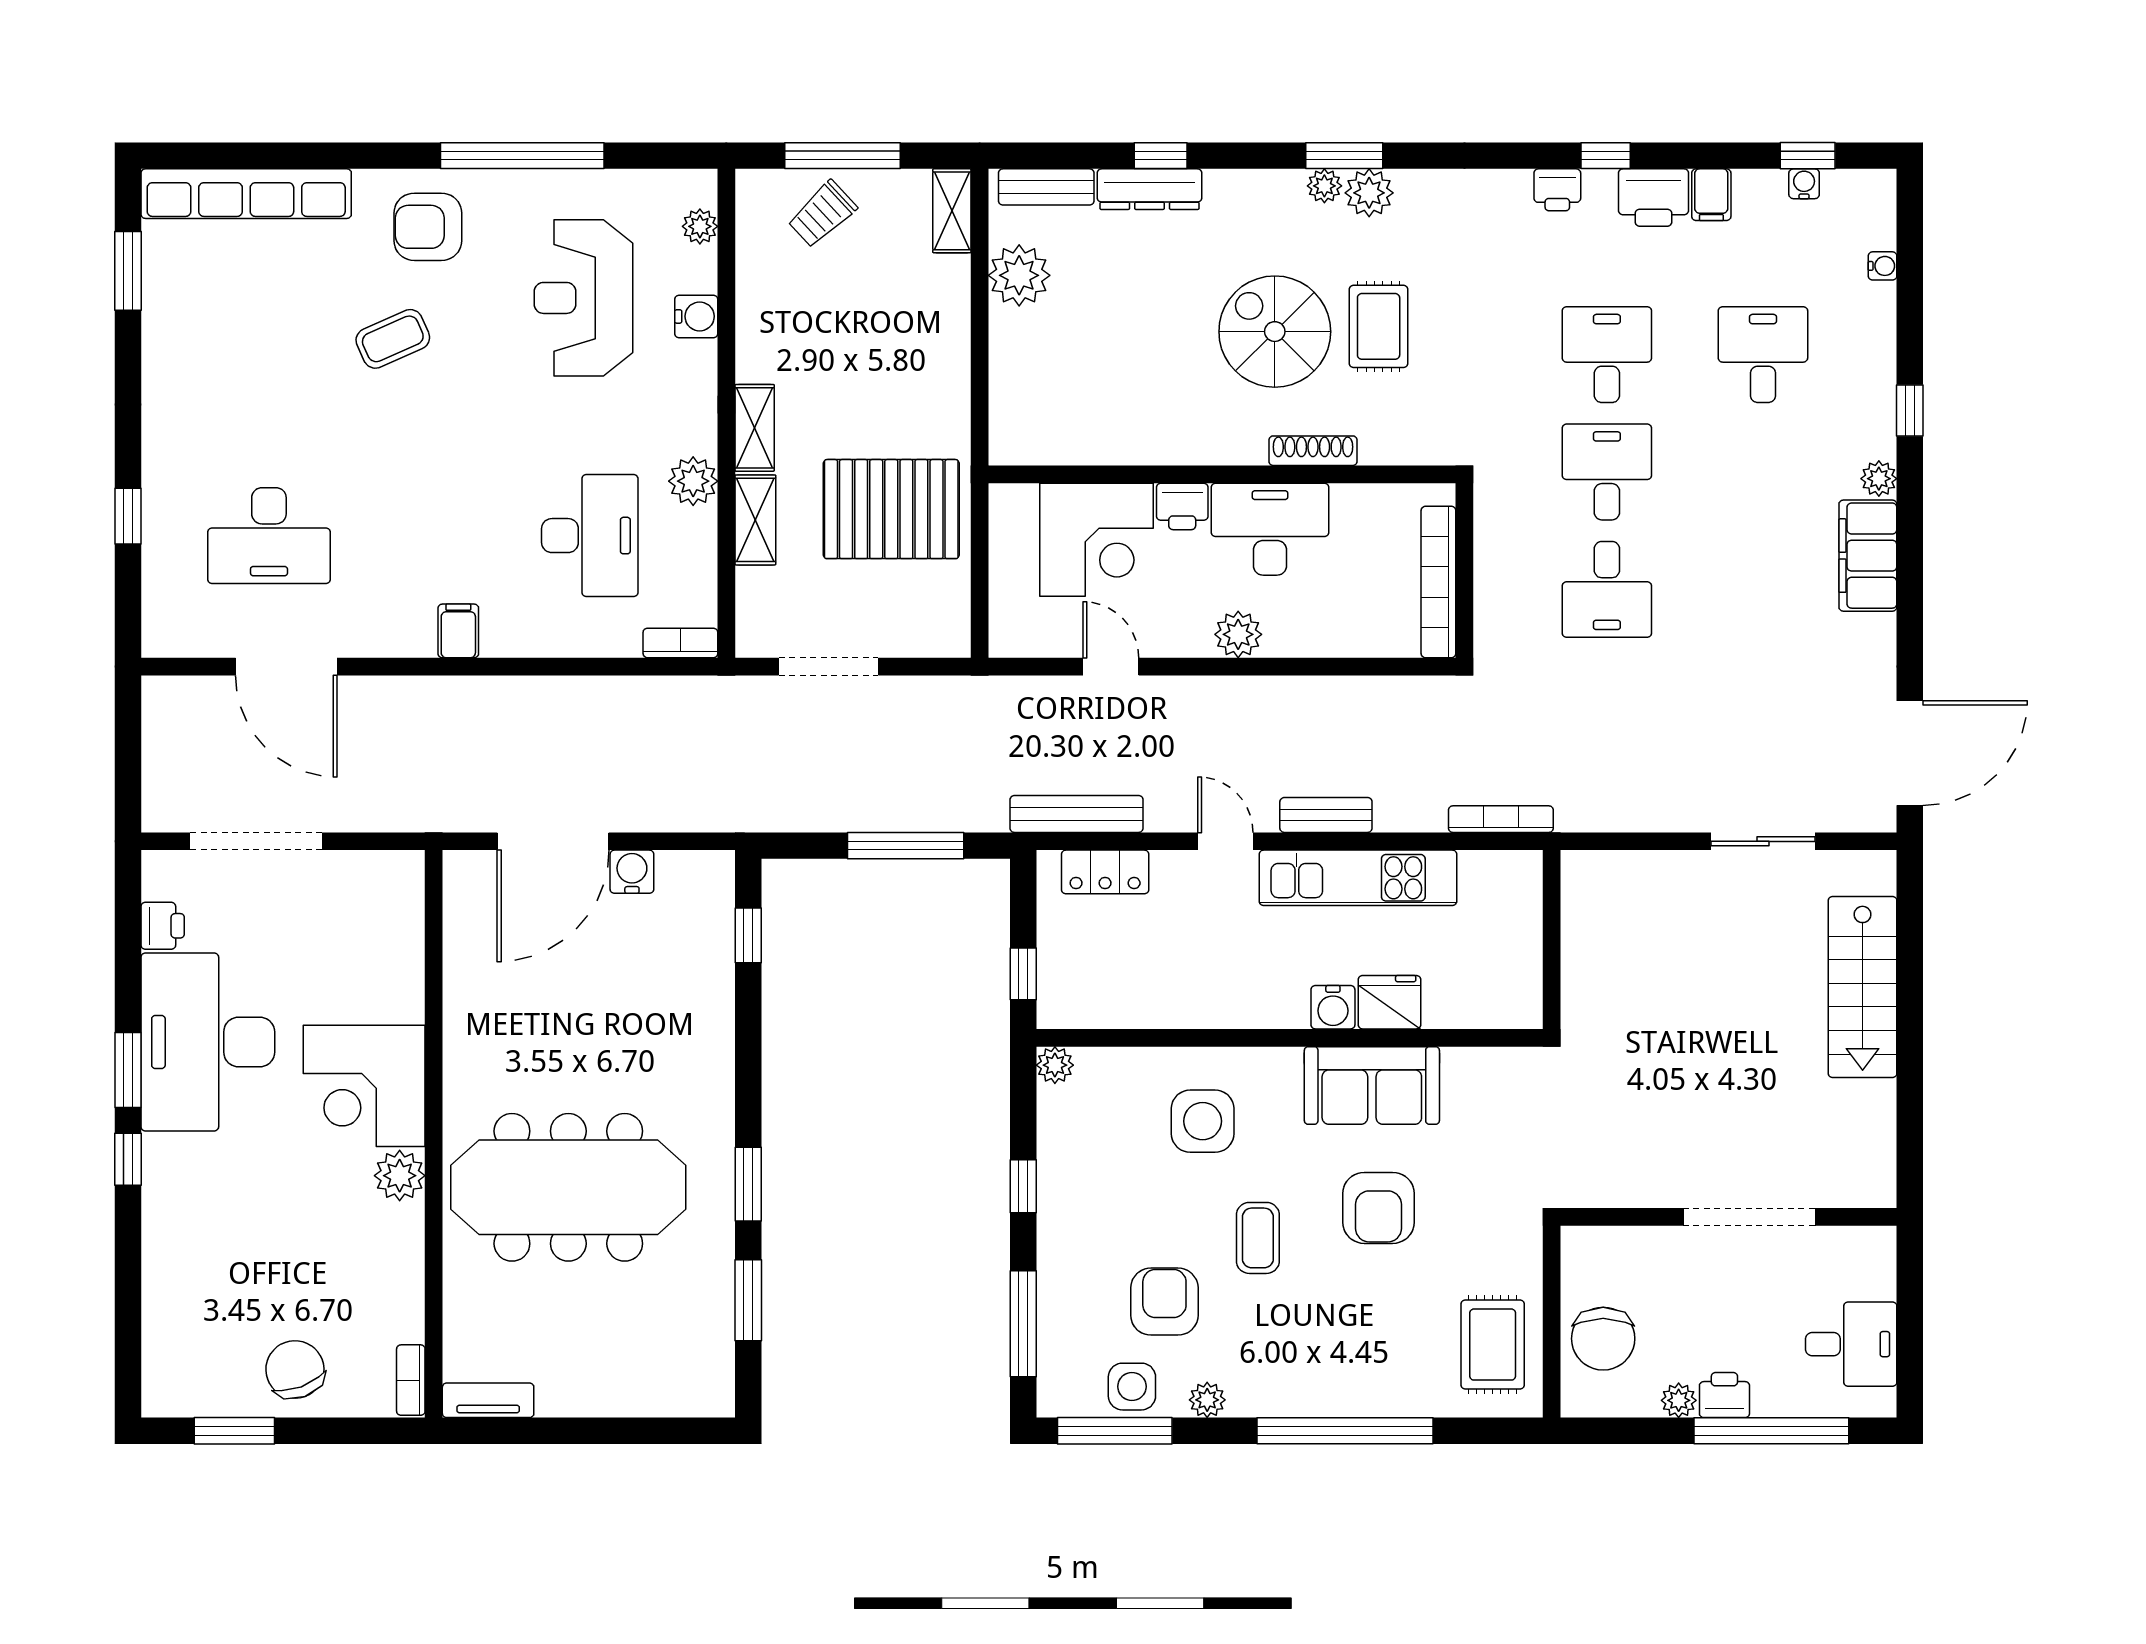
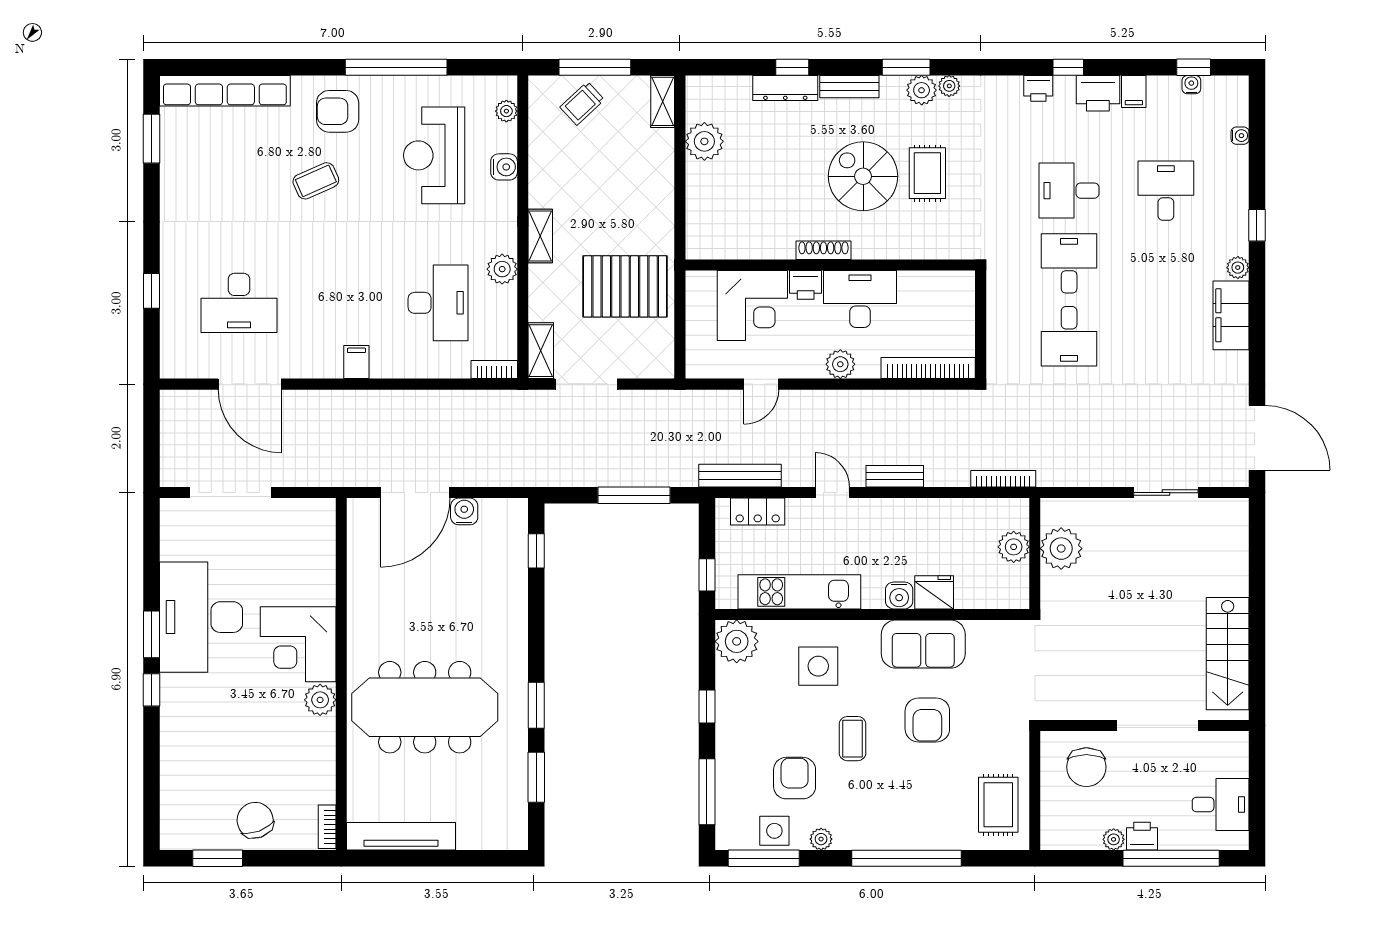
plant: (1324, 186) -> (949, 86), moved
bench: (1046, 187) -> (849, 87), moved
desk: (1607, 355) -> (1069, 191), turned -90
shoe rack: (1313, 451) -> (823, 250), moved
shelving: (755, 520) -> (541, 351), moved
bookcase: (1438, 582) -> (928, 368), moved, turned 90
door: (1111, 667) -> (761, 384), swing flipped
door: (1910, 753) -> (1257, 438), hinge flipped
kitchen unit: (1358, 878) -> (799, 592), moved, turned 180
printer: (163, 926) -> (173, 545), removed
plant: (1518, 929) -> (1014, 547), added
plant: (1594, 932) -> (1061, 549), added
stairs: (1863, 987) -> (1228, 654), moved
plant: (1055, 1065) -> (737, 641), width x1.88, depth x1.88
chair: (1603, 1339) -> (1086, 767), moved
tv unit: (488, 1400) -> (401, 836), width x1.92, depth x1.29

